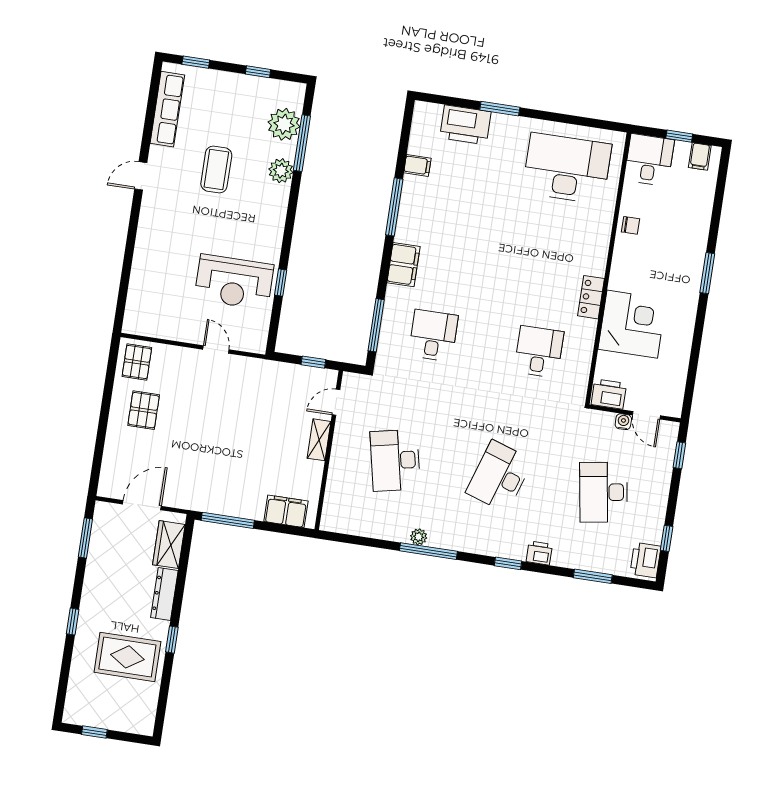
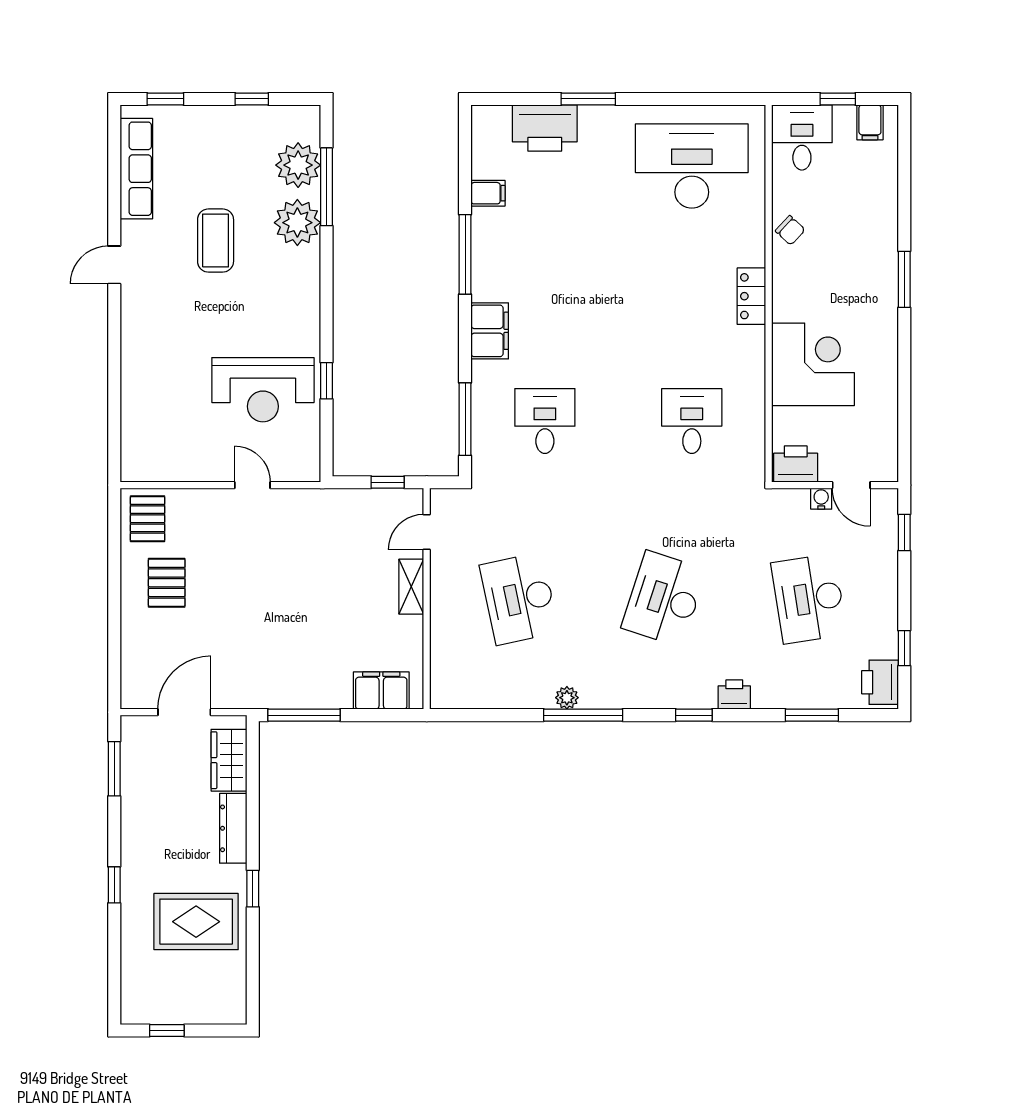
plant: (281, 171) -> (297, 223), width x1.36, depth x1.36
chair: (631, 225) -> (790, 230), turned 43
locker: (591, 297) -> (751, 296), moved

